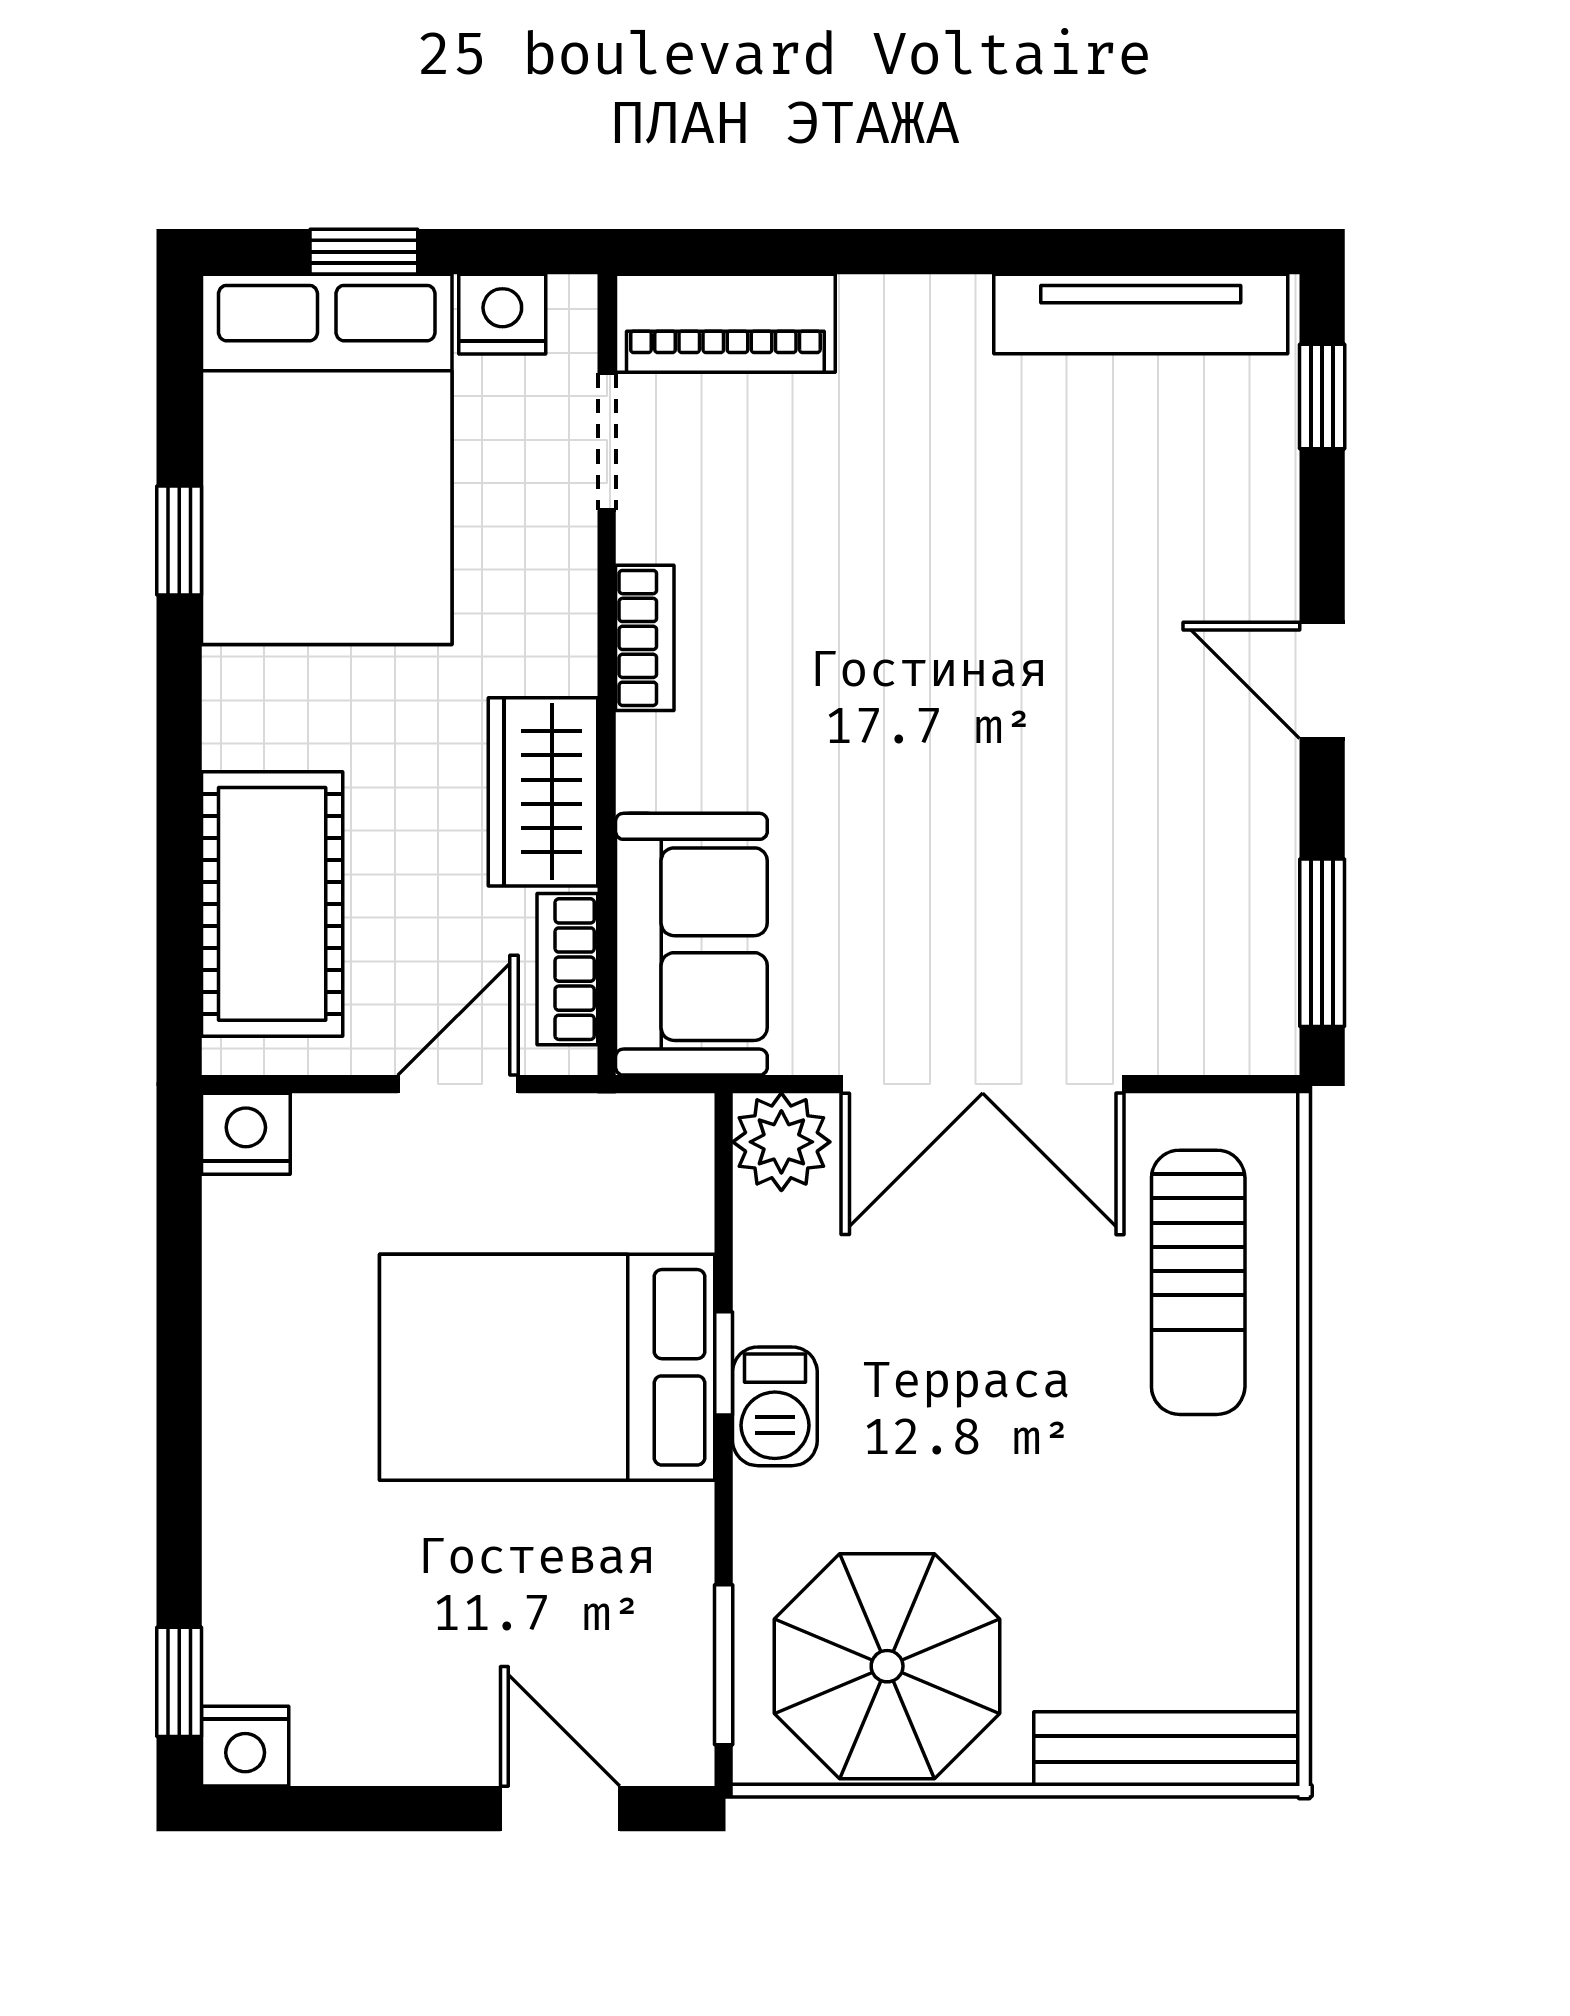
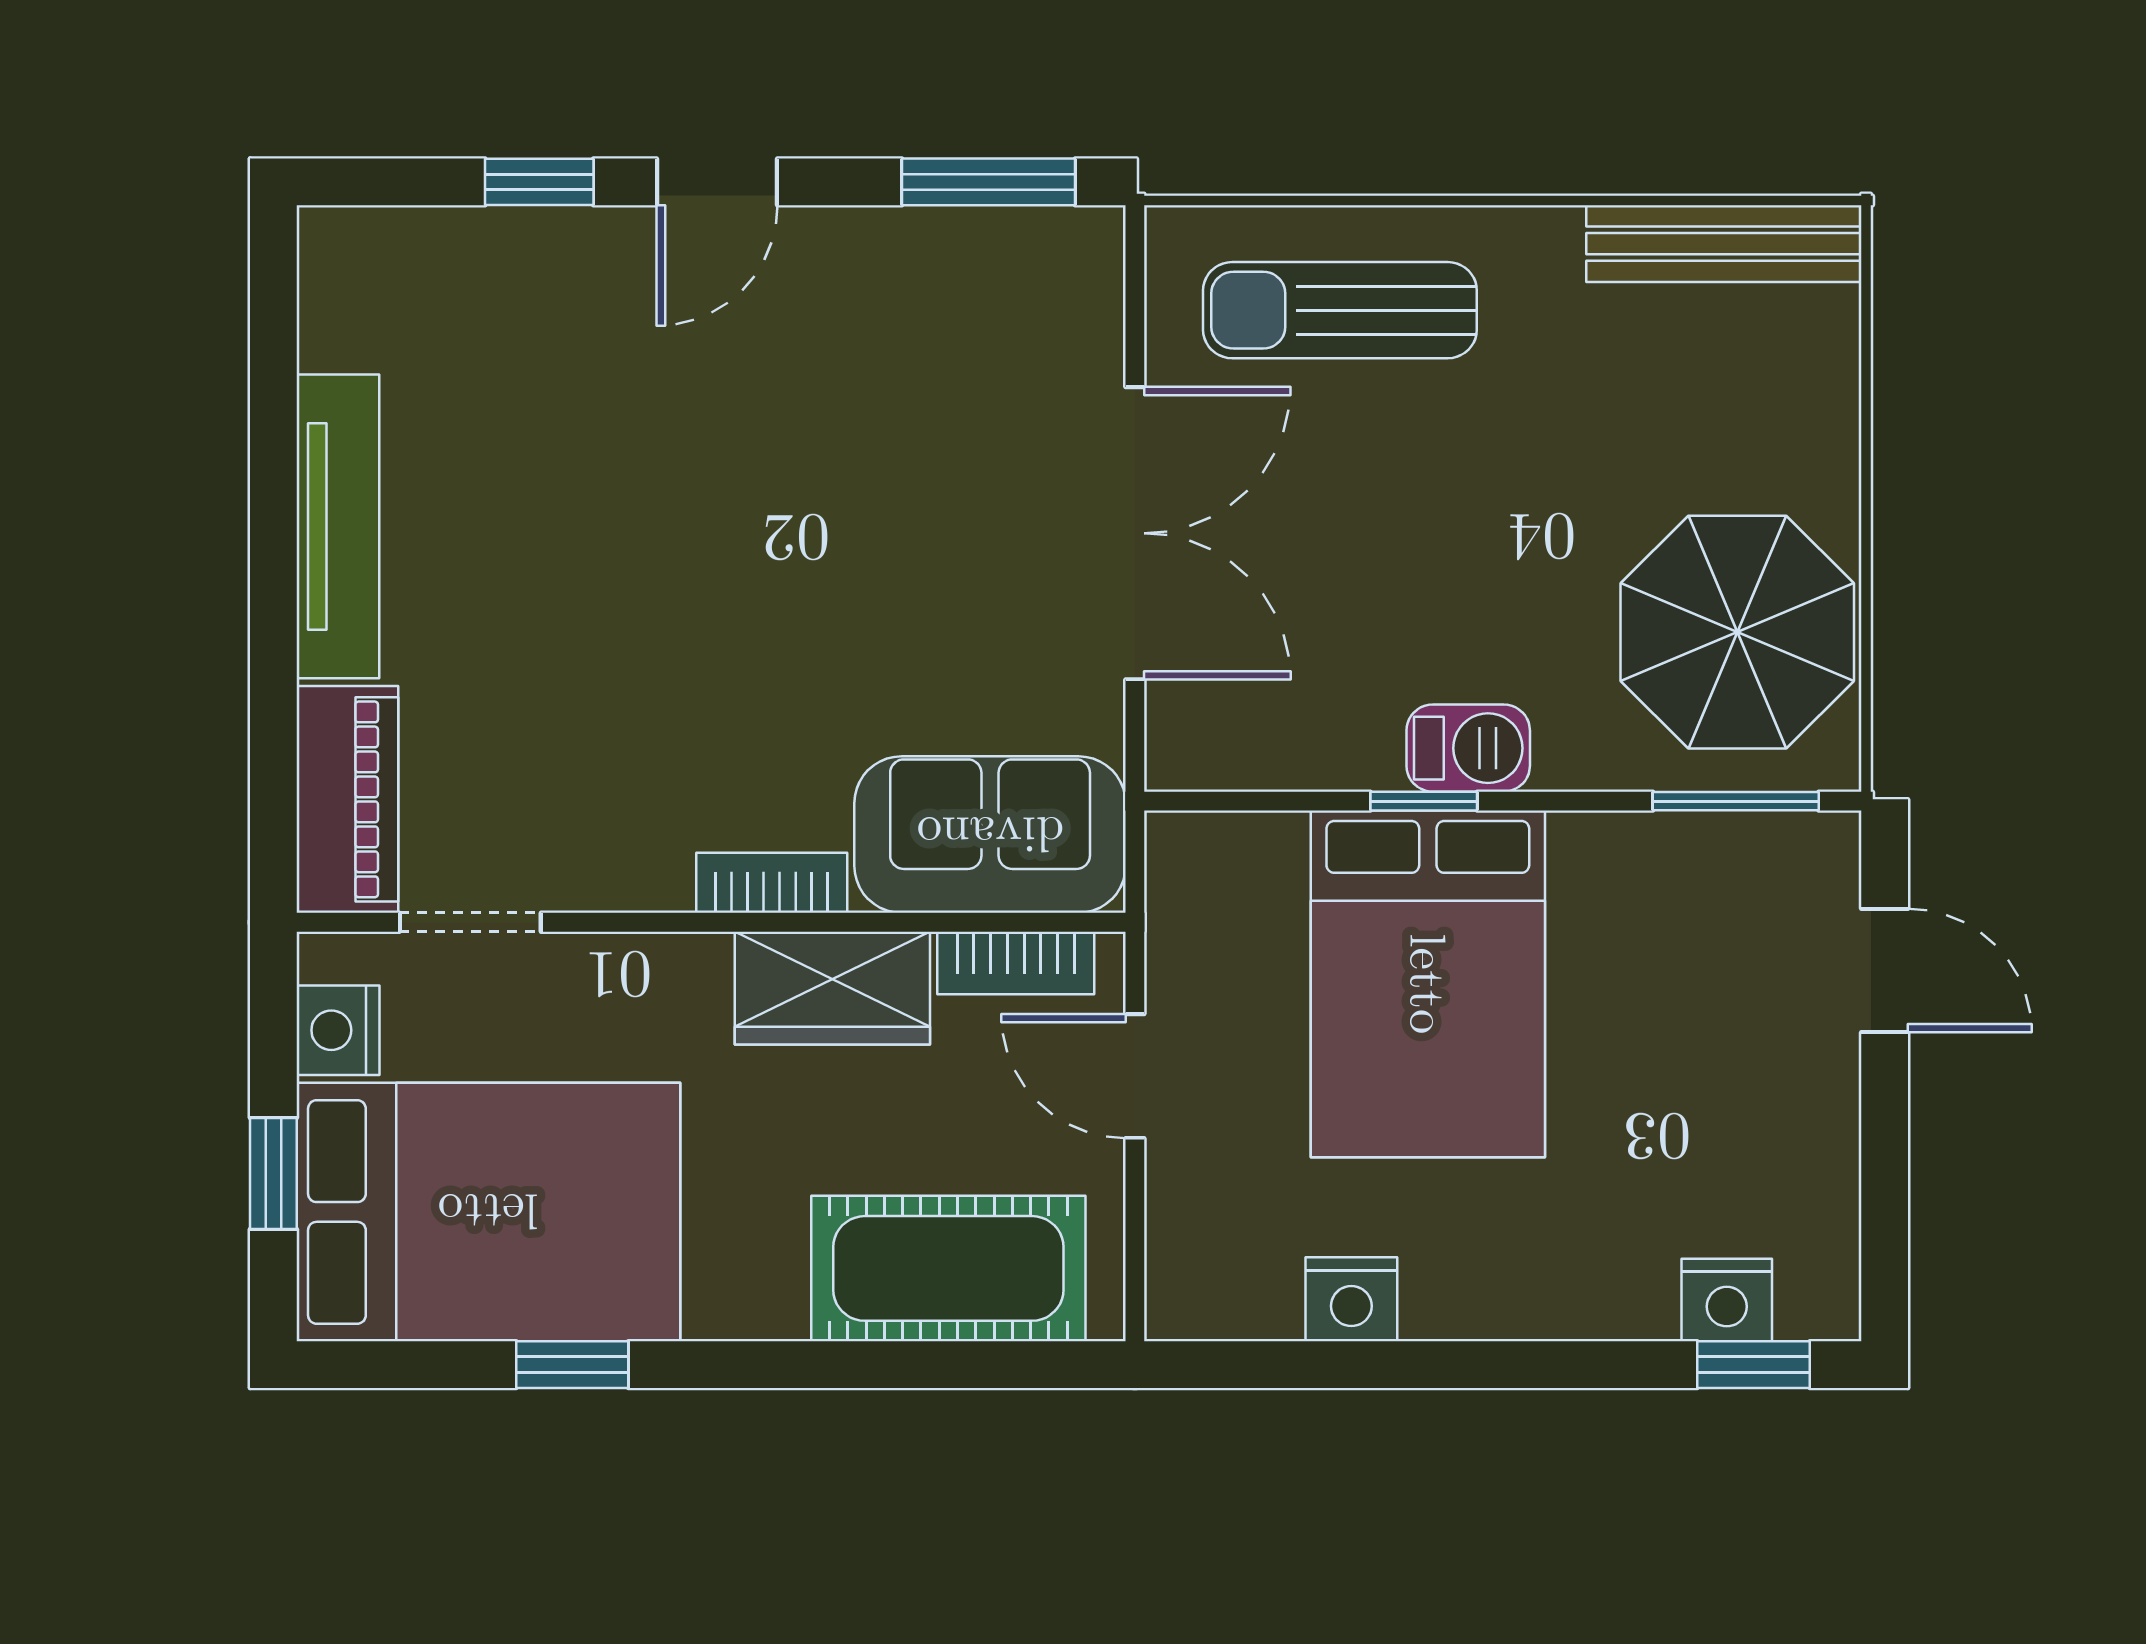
tv unit: (1141, 314) -> (338, 526), moved
window: (1322, 397) -> (539, 182), moved
bookcase: (645, 638) -> (772, 883), moved
nightstand: (246, 1134) -> (1351, 1299), moved, turned -90
plant: (781, 1142) -> (1195, 741), removed
sun lounger: (1198, 1282) -> (1340, 310), turned 180
nightstand: (245, 1746) -> (1727, 1300), moved, turned 90
bench: (1167, 1749) -> (1724, 244), moved, turned 90
door: (560, 1809) -> (1885, 971), swing flipped

